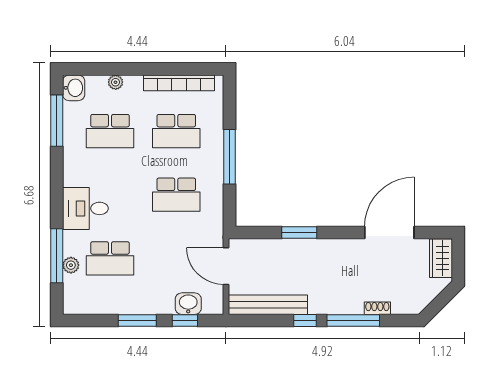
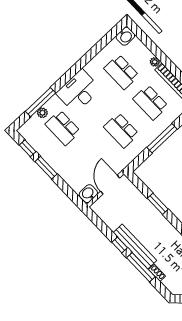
plant: (116, 82) -> (155, 62), moved
window: (57, 121) -> (103, 43), removed
desk: (85, 208) -> (79, 91), width x1.37
washbasin: (188, 304) -> (88, 194), moved, turned -90
bench: (268, 305) -> (135, 246), moved
window: (185, 320) -> (28, 148), moved

